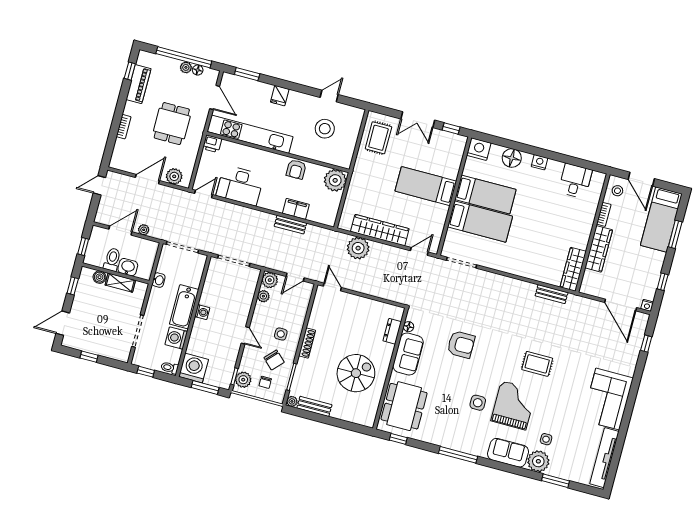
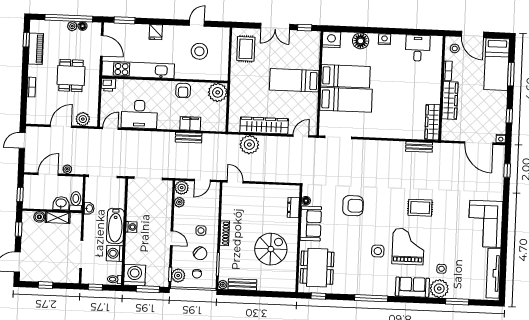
toilet: (112, 260) -> (76, 201), moved

